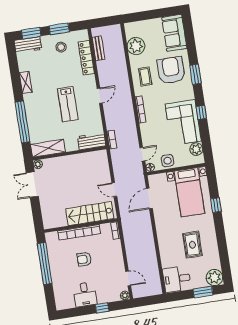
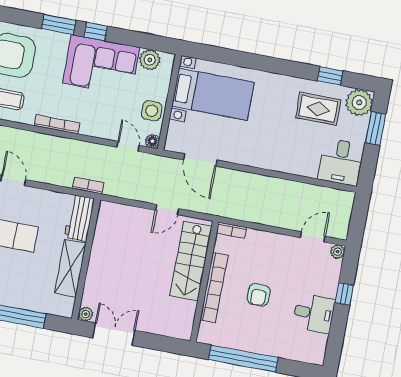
window: (195, 74) -> (59, 25), moved
shelving: (48, 148) -> (70, 268), moved
double door: (32, 184) -> (114, 334), swing flipped
window: (216, 205) -> (330, 76), moved
rug: (192, 245) -> (318, 109), moved

